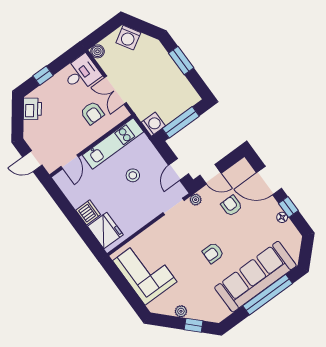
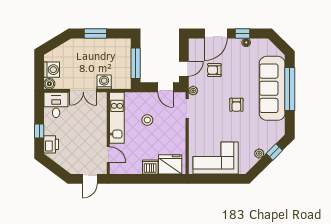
washing machine: (128, 38) -> (52, 70), moved, turned -59
printer: (32, 109) -> (51, 144), moved, turned 53
armchair: (92, 113) -> (87, 117), removed
washing machine: (153, 124) -> (104, 82), moved

